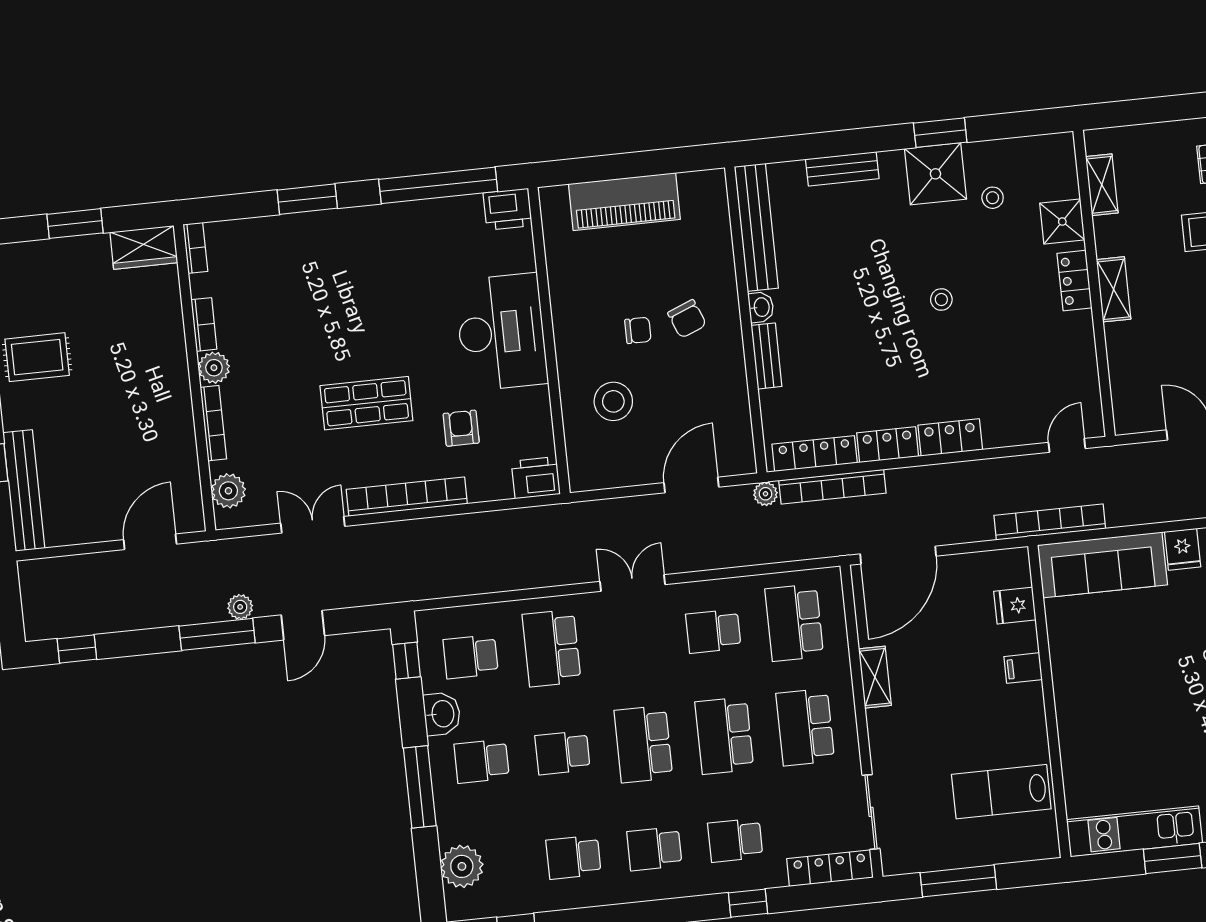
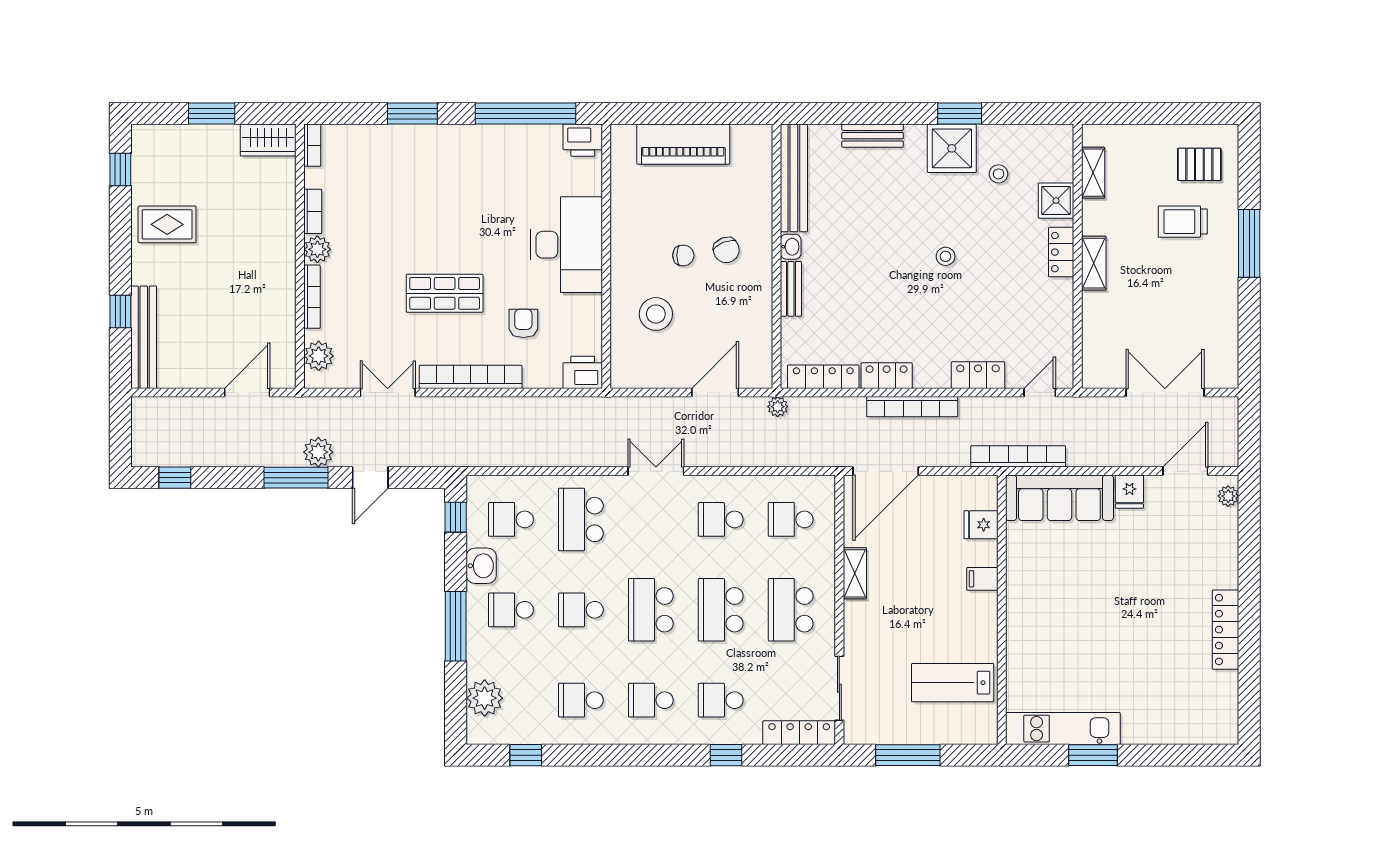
locker: (950, 437) -> (978, 375), moved
bookcase: (832, 487) -> (912, 407), moved
plant: (240, 607) -> (318, 452), width x1.38, depth x1.38
school desk: (794, 623) -> (791, 519), width x0.54

